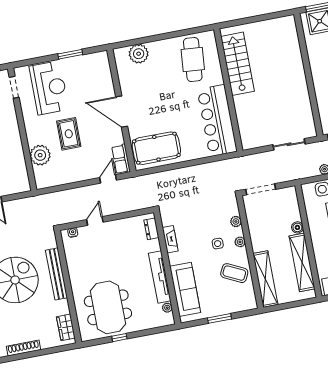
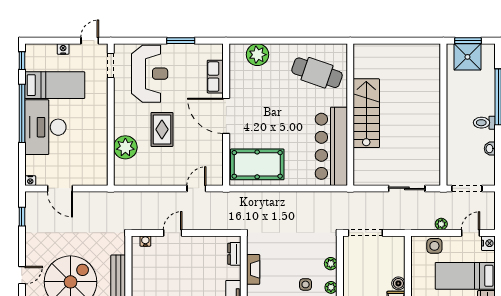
cafe table: (193, 59) -> (317, 73), turned -76
stairs: (238, 64) -> (366, 113), moved
row of seats: (121, 159) -> (215, 77), moved

